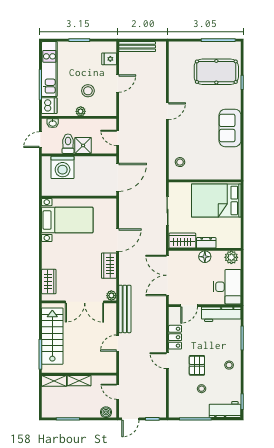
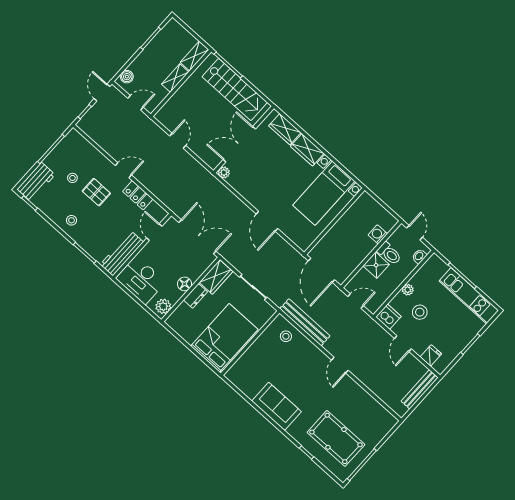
pool table: (216, 72) -> (336, 438), turned 90
dishwasher: (49, 106) -> (388, 317), moved, turned 180
washing machine: (63, 167) -> (378, 234), width x0.53, depth x0.53
wardrobe: (109, 266) -> (307, 150), moved, turned 180
bench: (125, 309) -> (305, 322), moved

